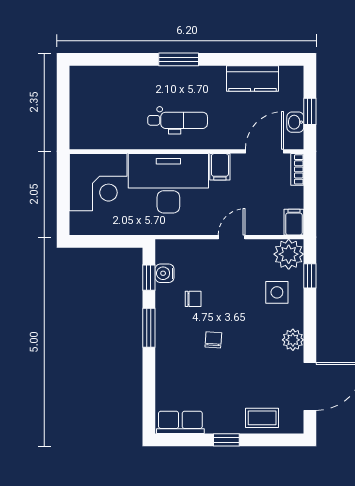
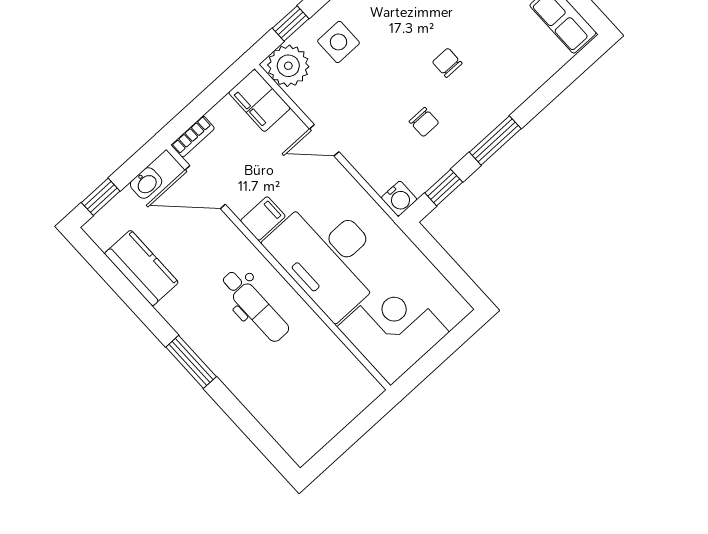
window: (310, 111) -> (101, 197), moved
dental chair: (178, 120) -> (255, 306), turned 180
filing cabinet: (294, 222) -> (259, 100), width x2.00
water cooler: (165, 273) -> (399, 199), moved
chair: (193, 299) -> (424, 122), turned 180
chair: (213, 340) -> (447, 63), turned 86

